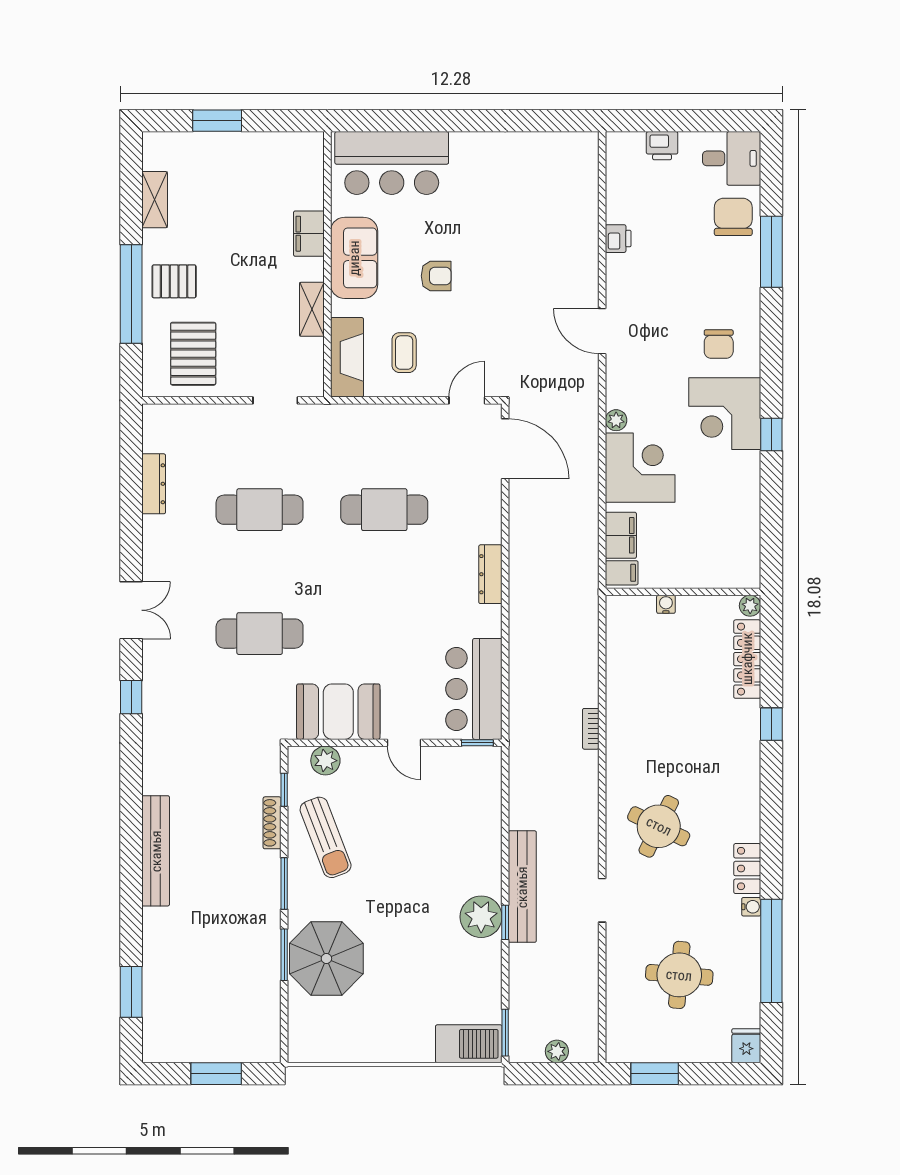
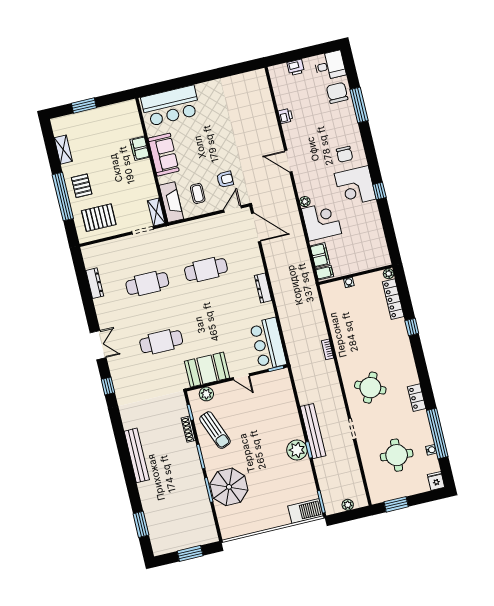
armchair: (436, 276) -> (225, 179), moved
pallet: (174, 281) -> (82, 186), turned 90
shelving: (312, 309) -> (156, 212), moved
pallet: (193, 354) -> (99, 218), turned 90
water cooler: (751, 907) -> (431, 450), moved

